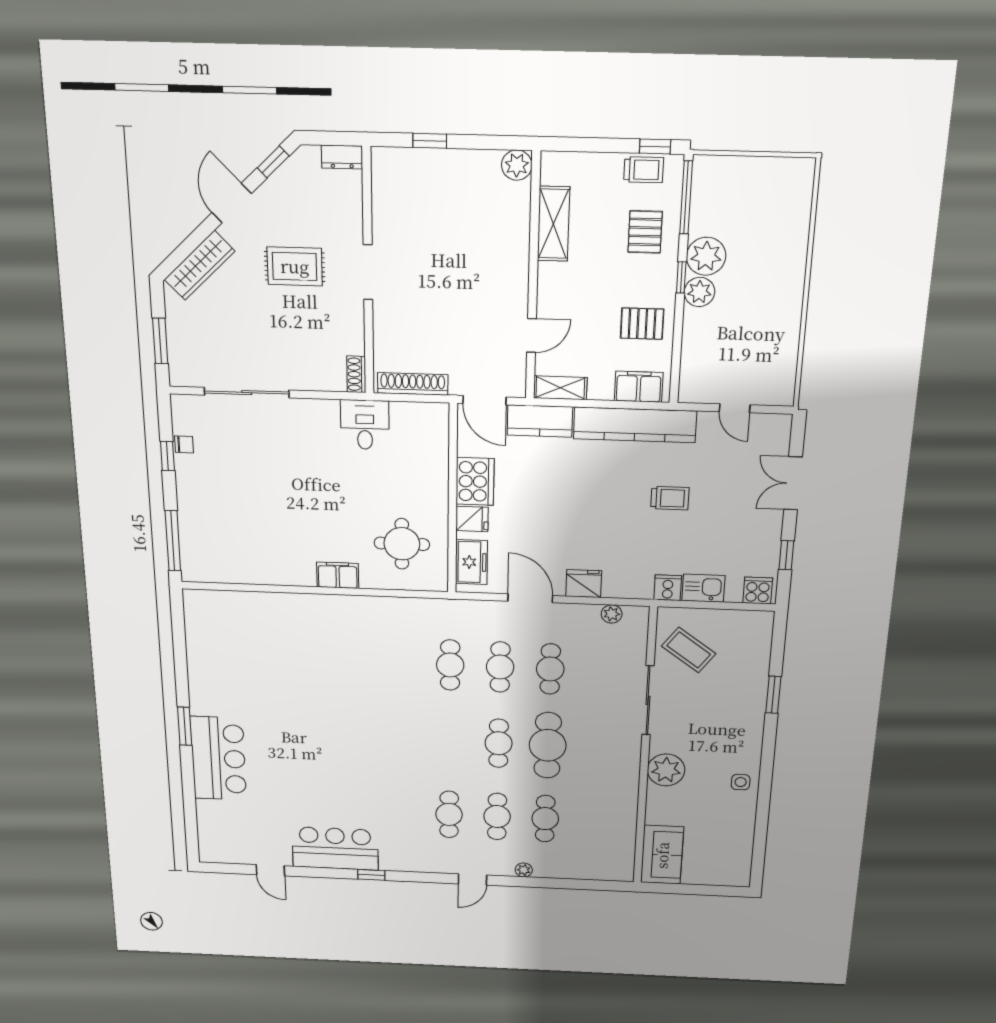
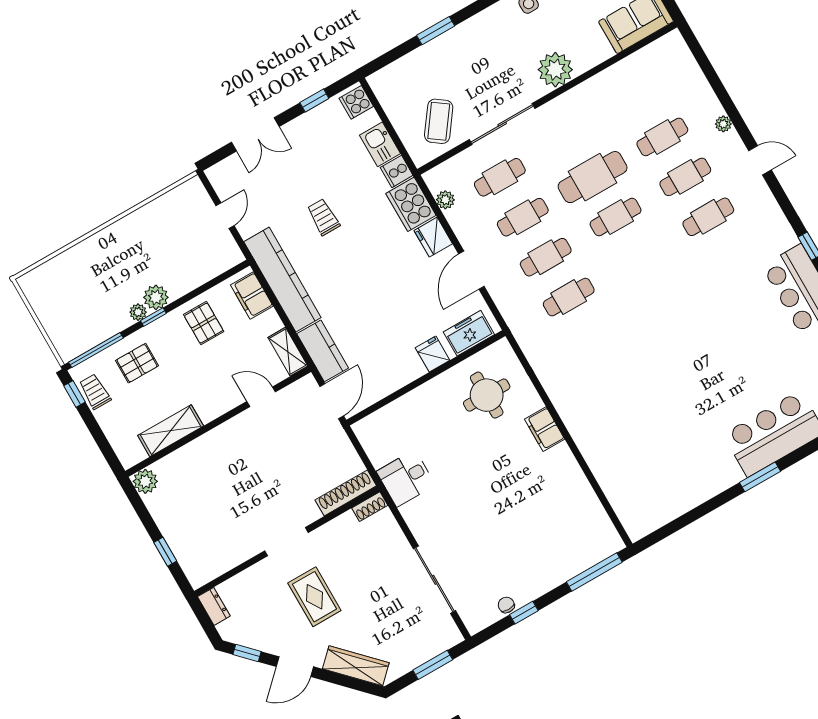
plant: (706, 256) -> (138, 312), width x0.53, depth x0.53
shoe rack: (413, 384) -> (346, 493), moved, turned 90
cooker: (475, 481) -> (411, 204), moved, turned -90
cafe table: (600, 671) -> (500, 177), added

